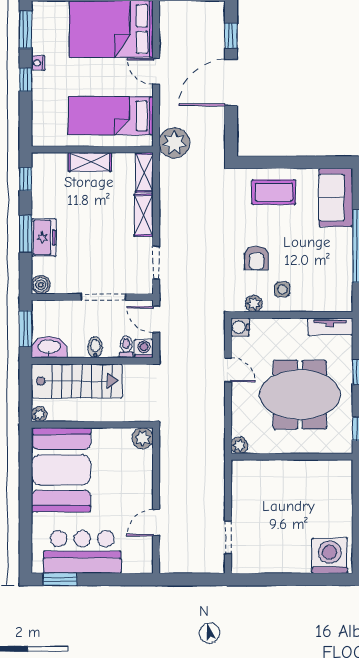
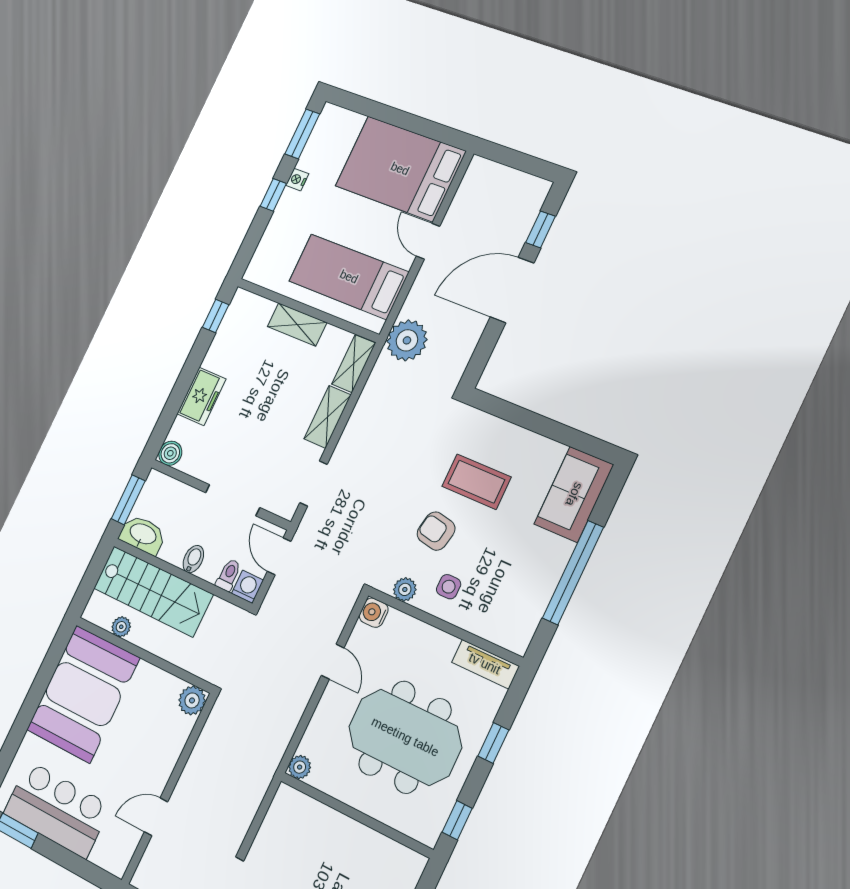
coffee table: (274, 192) -> (476, 482), moved
window: (26, 234) -> (184, 383), removed
armchair: (256, 258) -> (436, 531), turned 101
plant: (39, 414) -> (121, 627), moved

